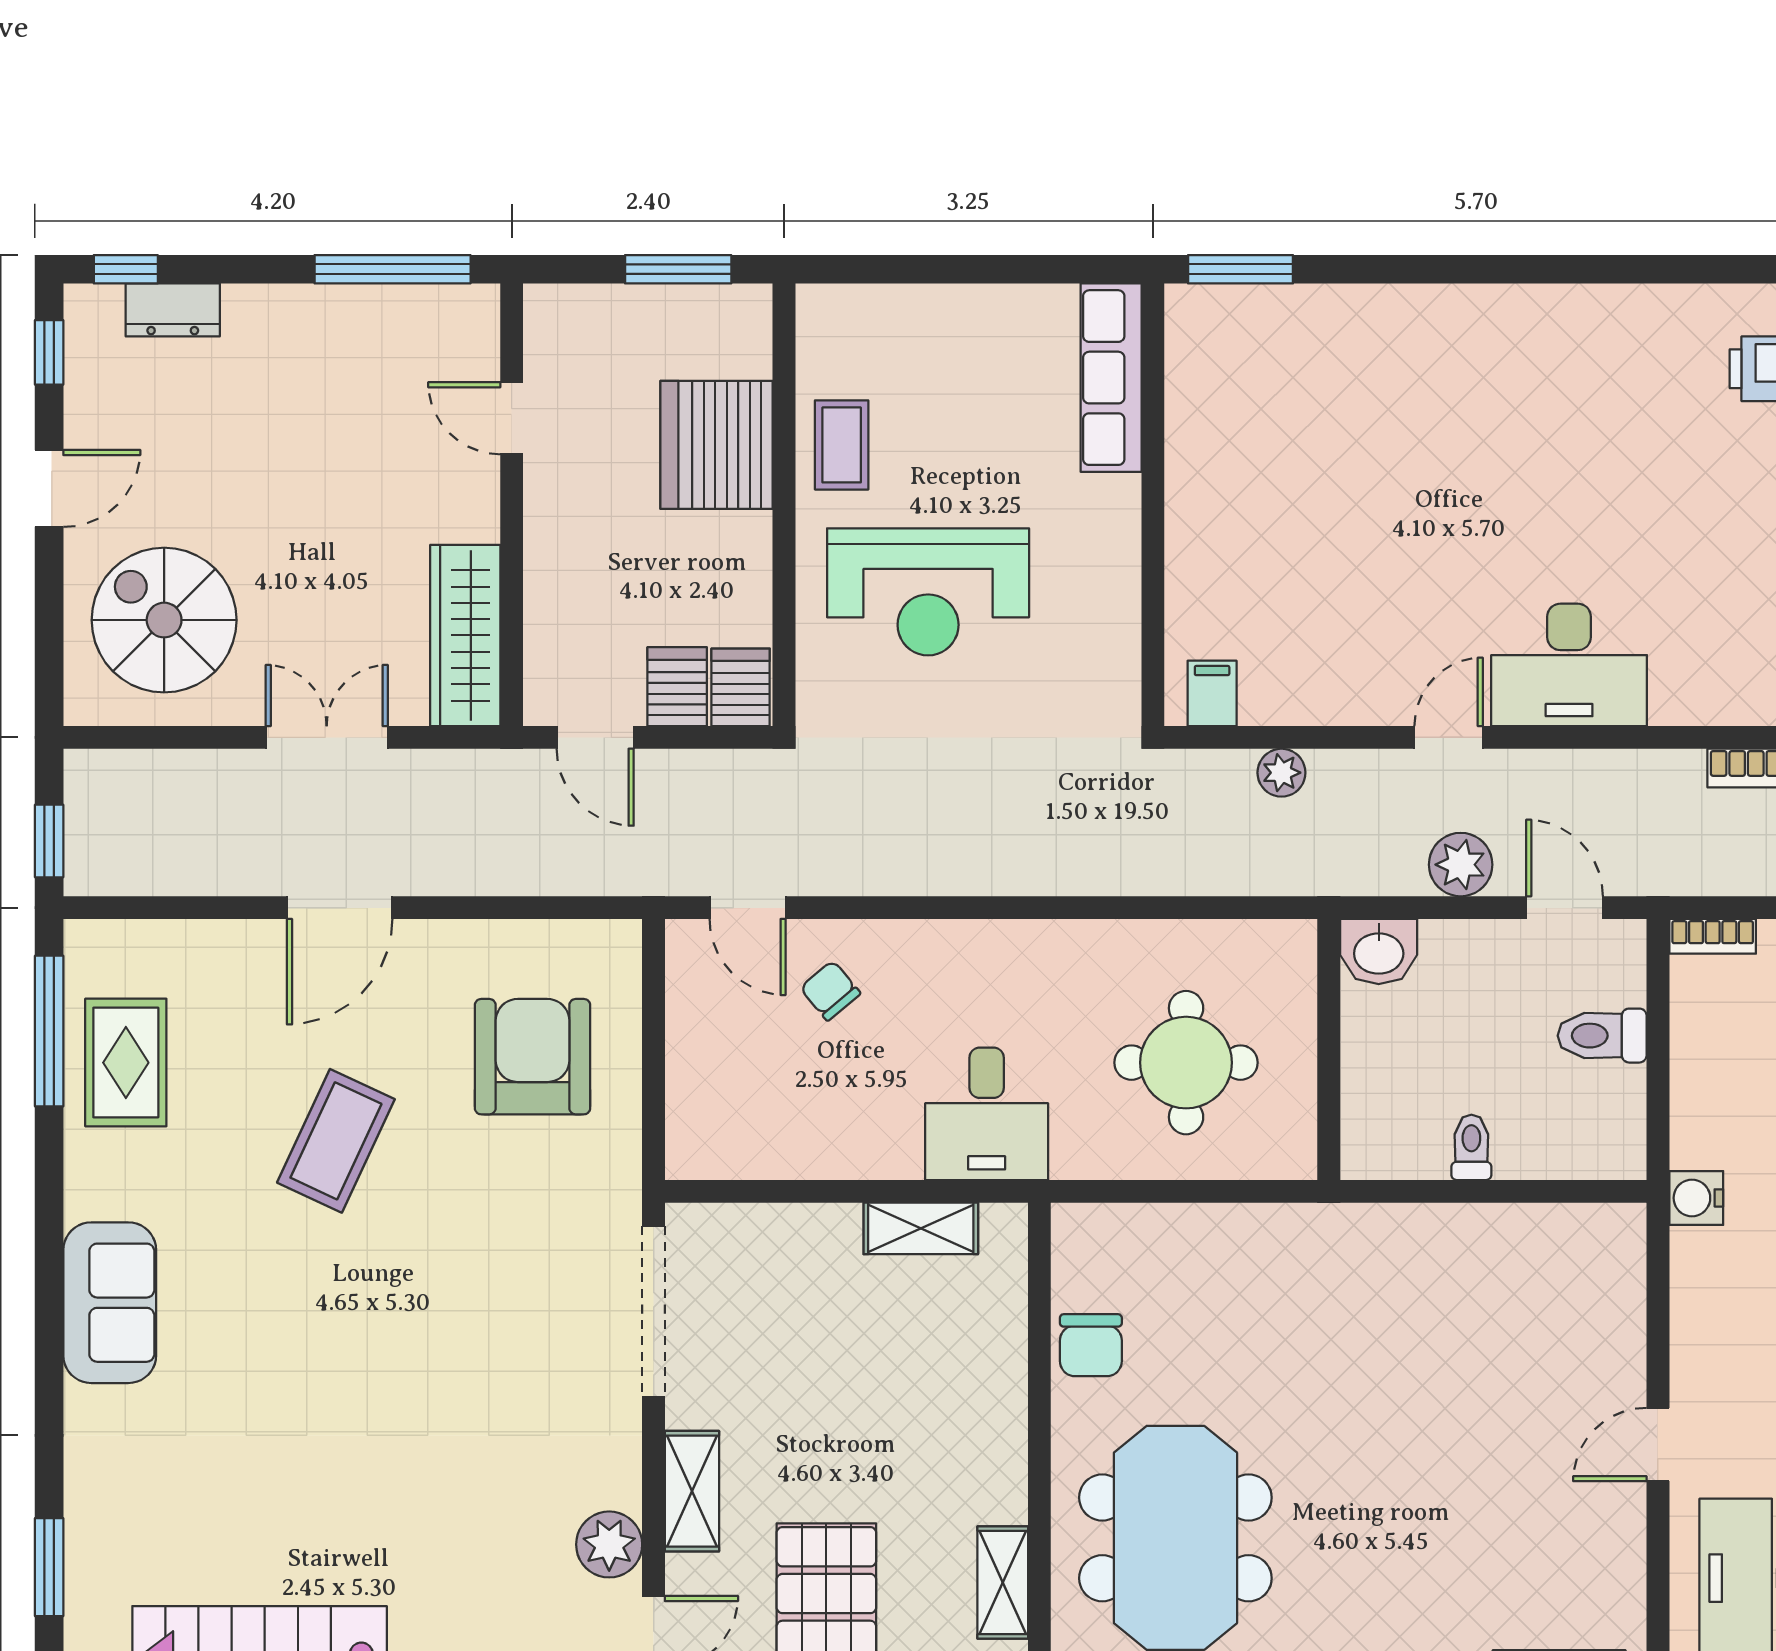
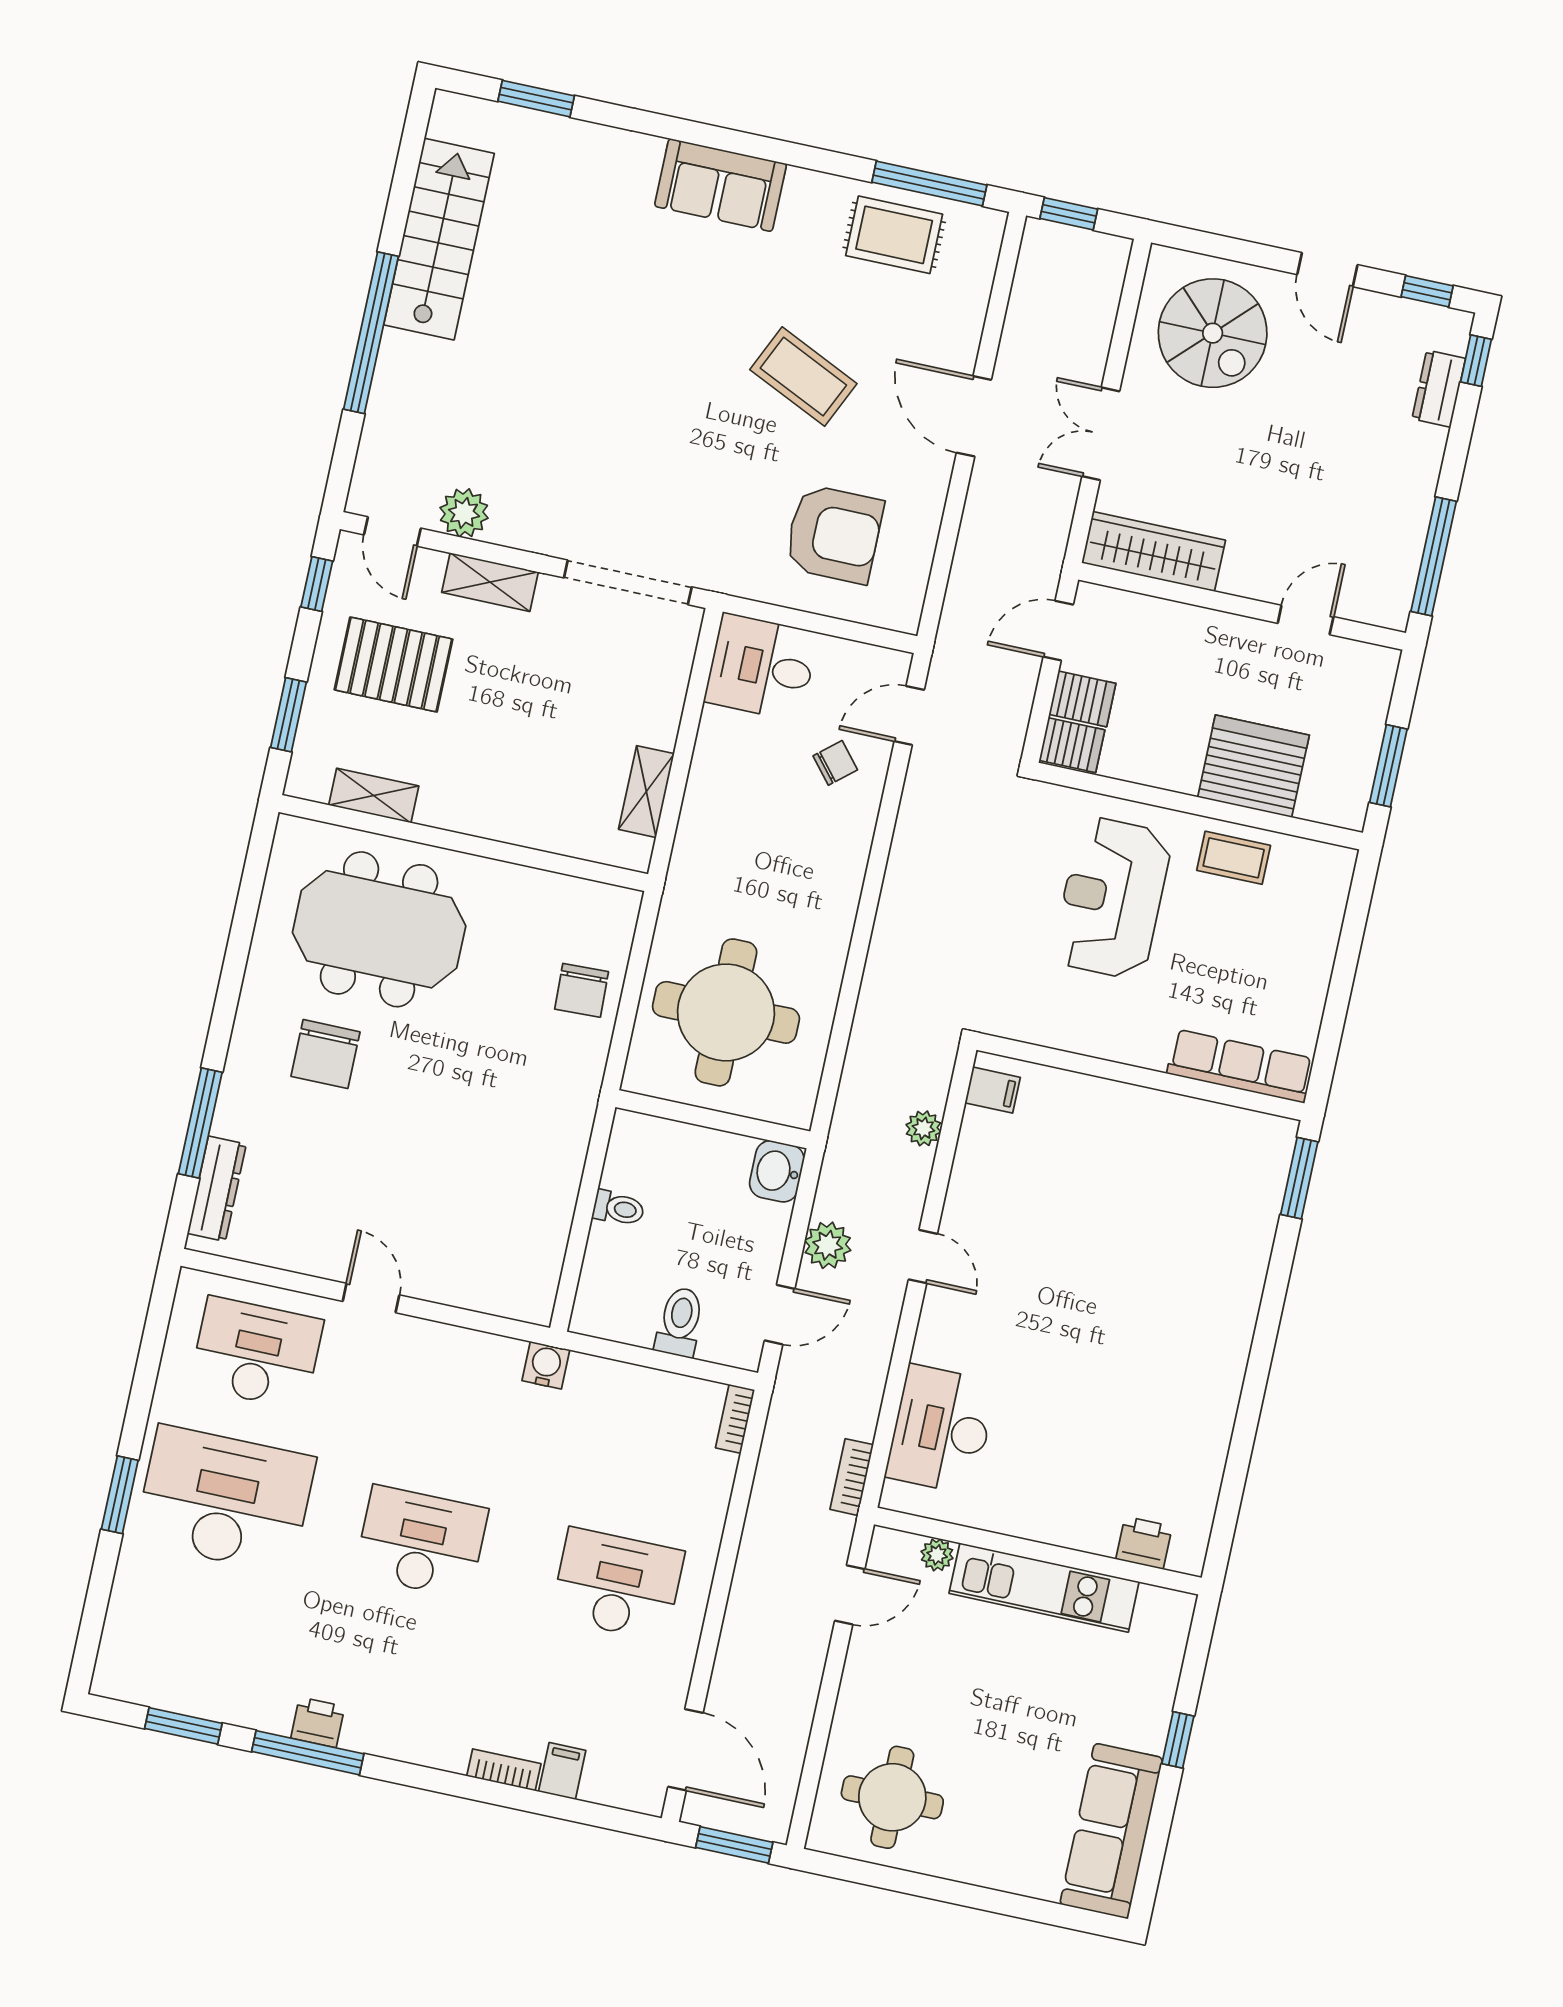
spiral stairs: (164, 620) -> (1213, 333), turned 90
desk: (1569, 665) -> (941, 1429), moved
double door: (327, 737) -> (1101, 434), swing flipped
round table: (1186, 1063) -> (726, 1012), width x1.36, depth x1.36
desk: (987, 1114) -> (761, 667), moved
chair: (1091, 1345) -> (582, 990), moved, turned -92
chair: (1353, 1573) -> (325, 1054), added

